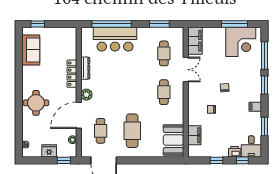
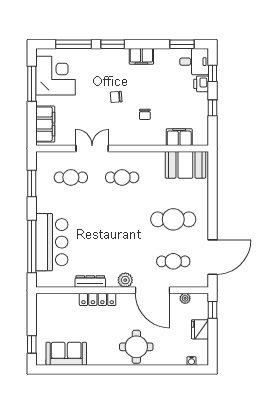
filing cabinet: (195, 41) -> (45, 124), moved, turned 90
filing cabinet: (255, 107) -> (141, 56), width x2.00
window: (264, 127) -> (182, 44), moved

